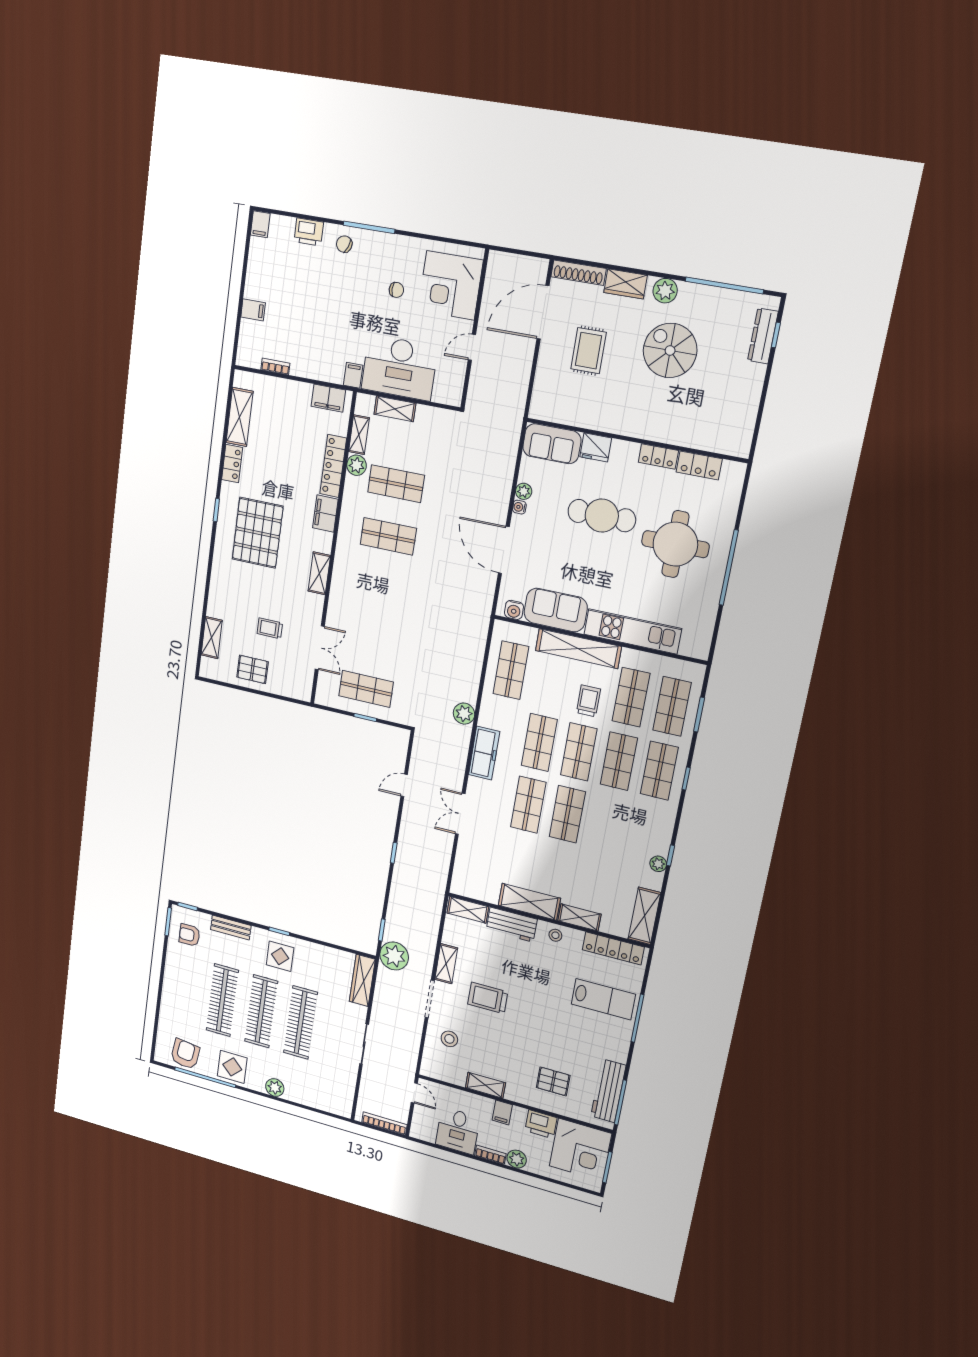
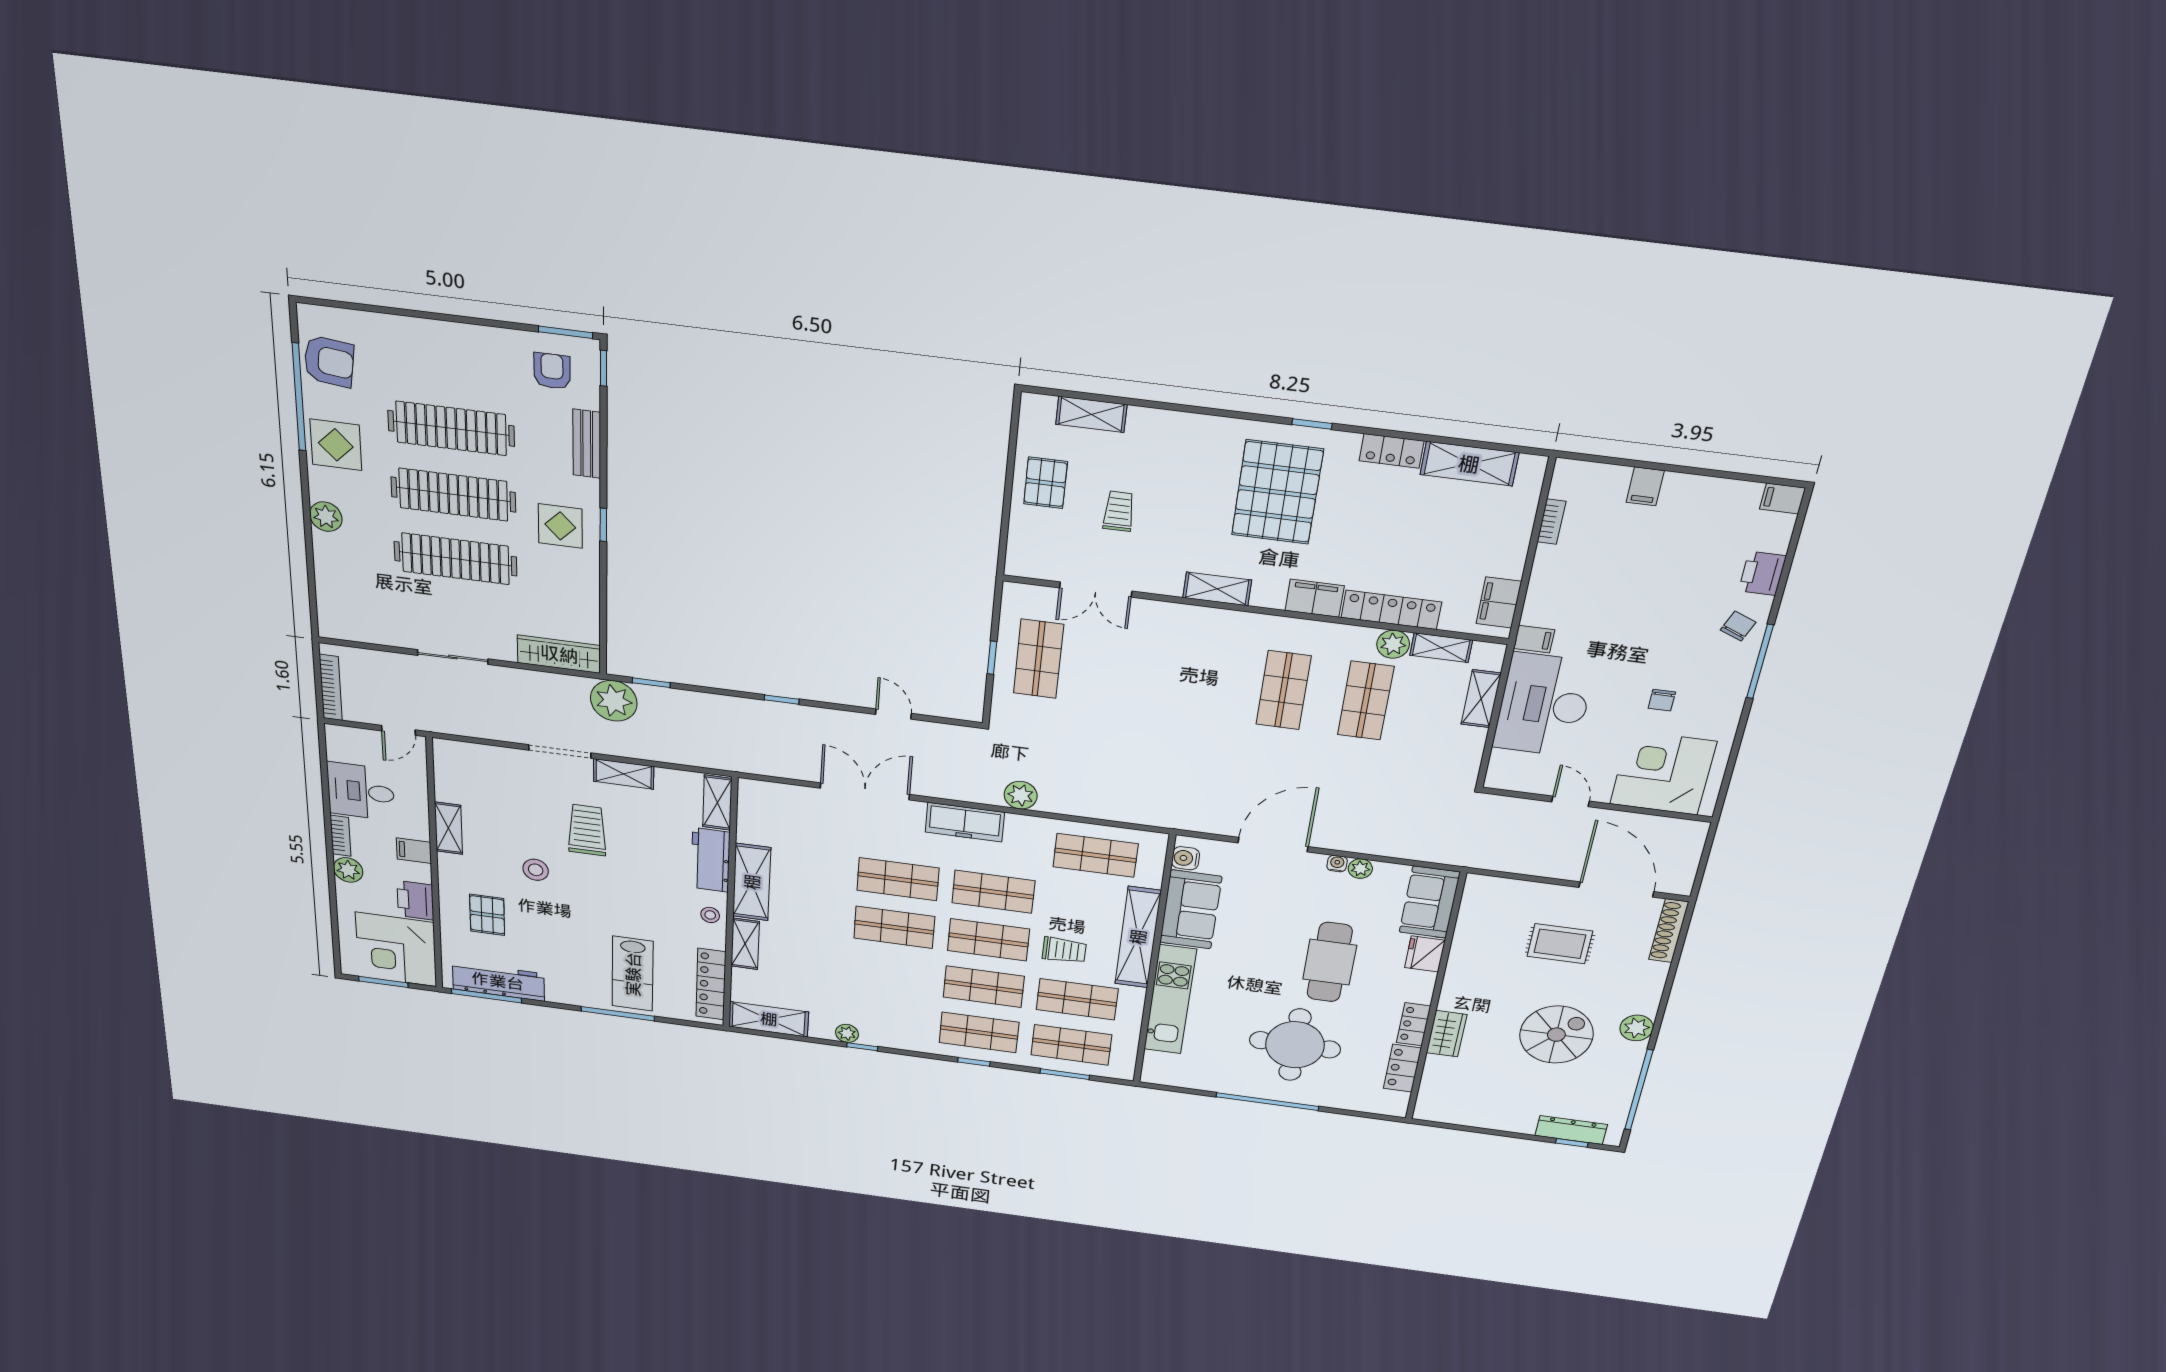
wardrobe: (626, 284) -> (1447, 1034), moved, turned 180
pallet: (258, 533) -> (1277, 492), turned 90
double door: (460, 814) -> (865, 791), width x1.37
stool: (449, 1039) -> (536, 870), moved

